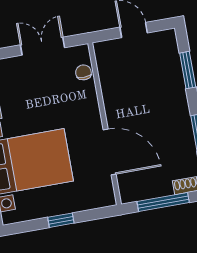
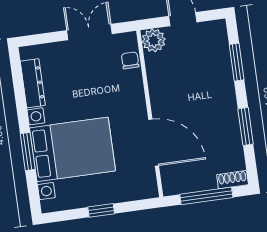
plant: (106, 52) -> (154, 40), added

